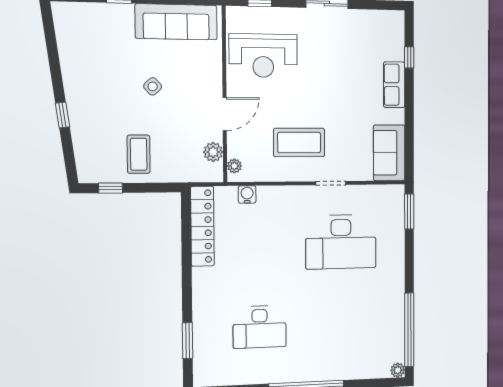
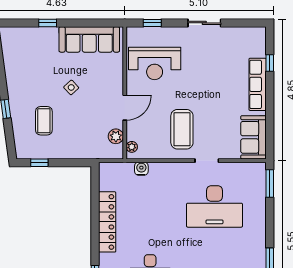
row of seats: (394, 85) -> (258, 84), width x1.48
coffee table: (299, 143) -> (182, 129), turned 90
coffee table: (139, 154) -> (44, 121), moved
locker: (202, 226) -> (107, 222), moved

